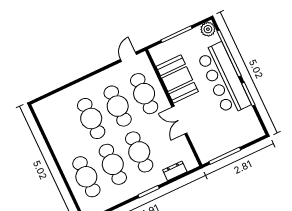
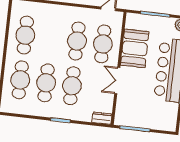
cafe table: (91, 119) -> (25, 35), moved
dresser: (175, 171) -> (102, 118), moved

